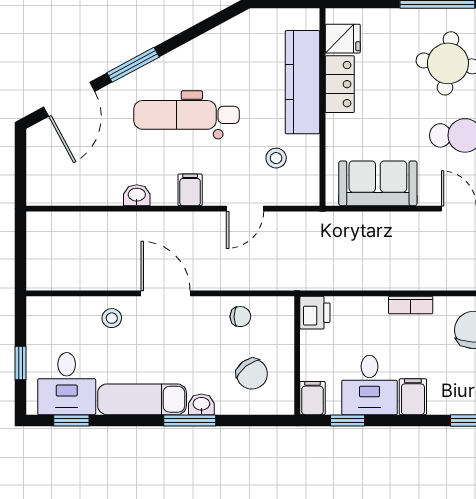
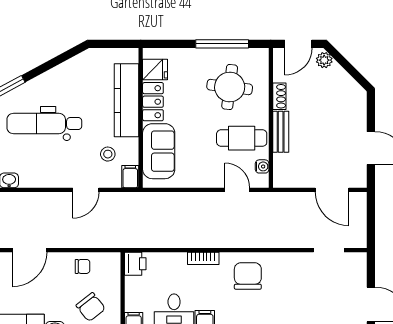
sofa: (378, 183) -> (159, 151), moved, turned 90
filing cabinet: (190, 190) -> (130, 177), moved
door: (166, 293) -> (29, 250), swing flipped

